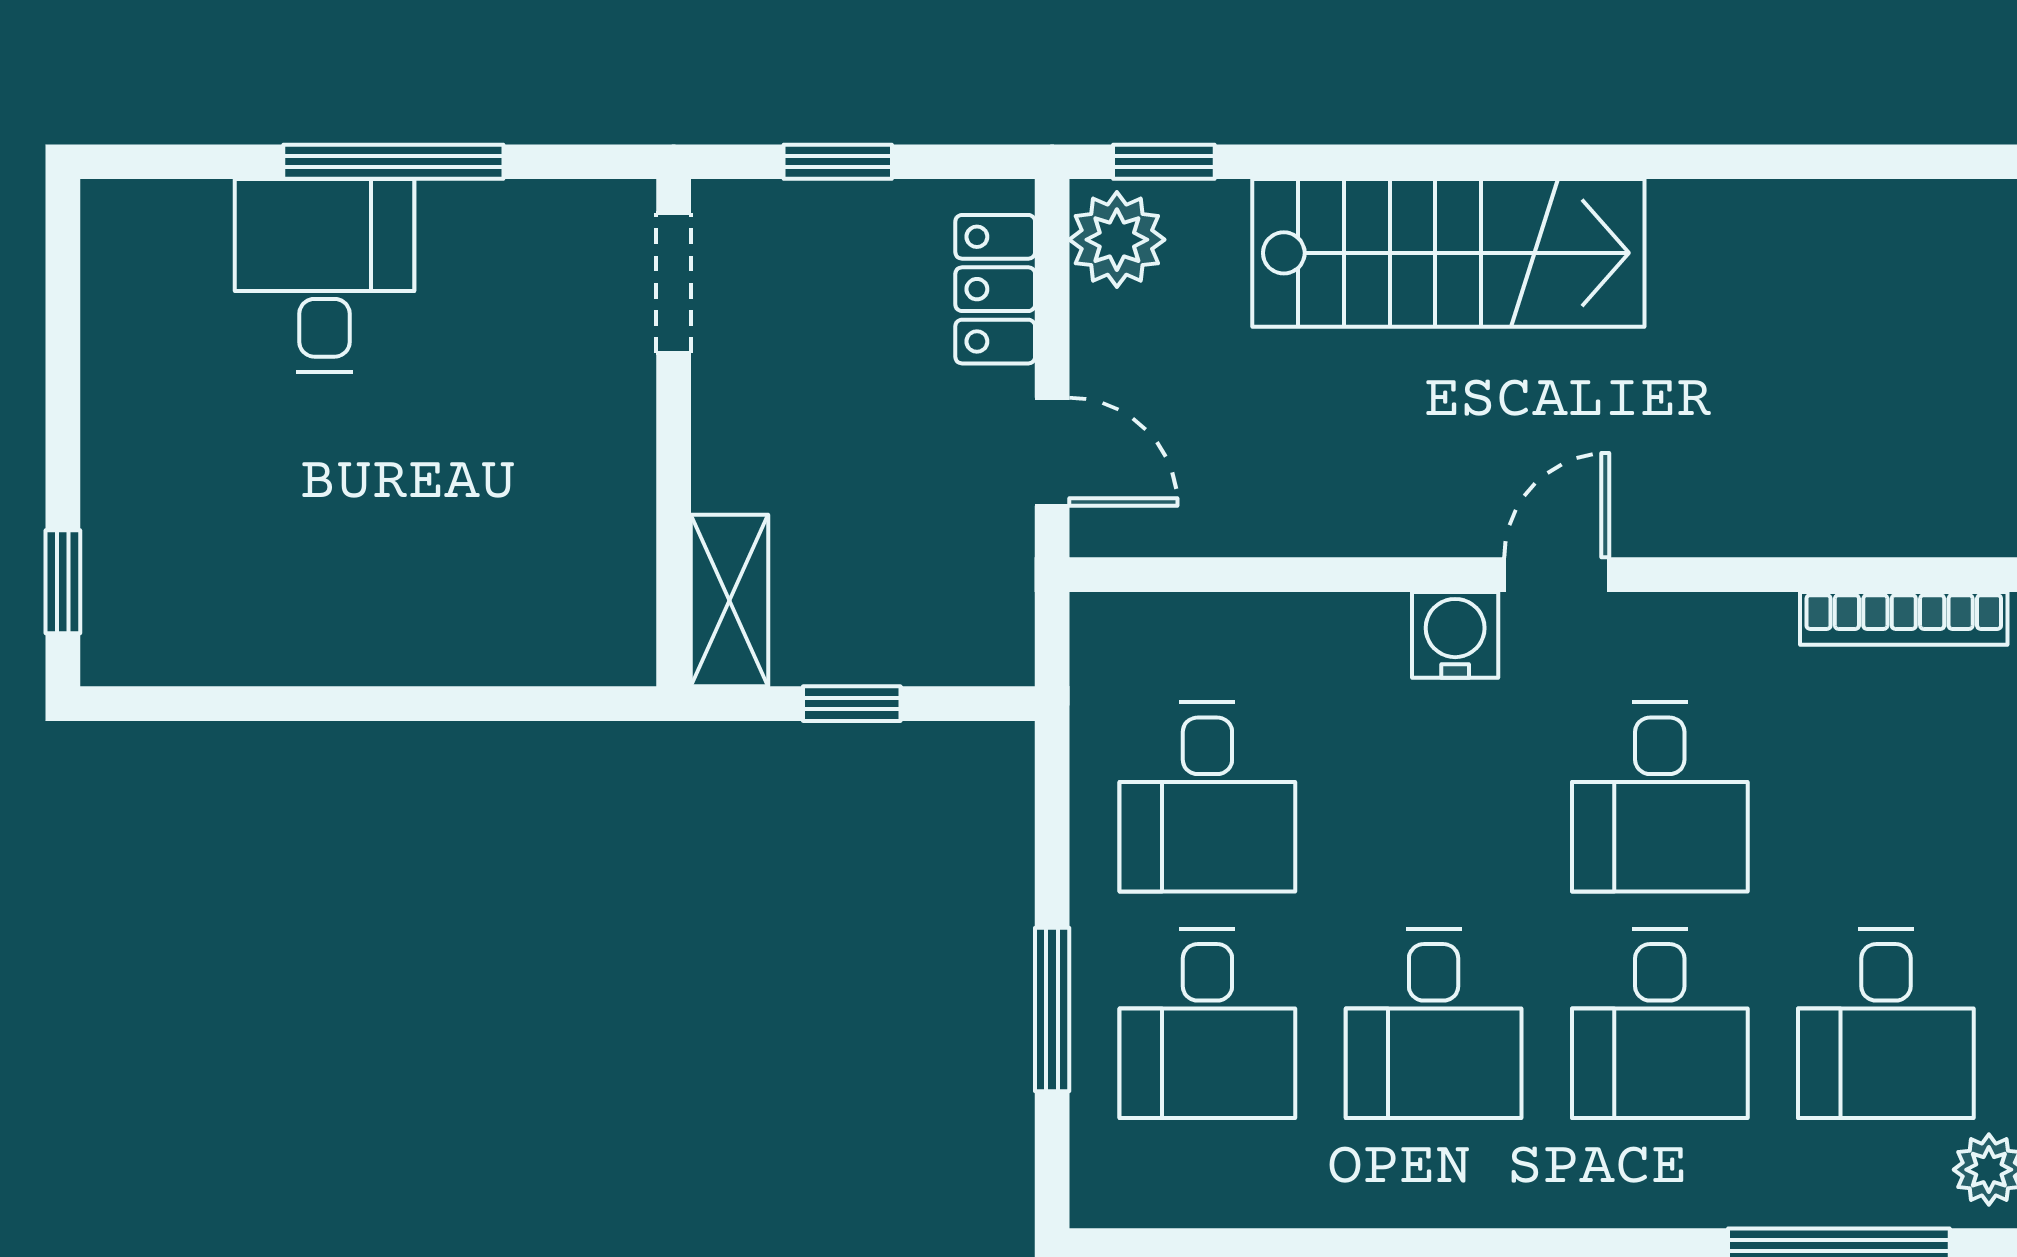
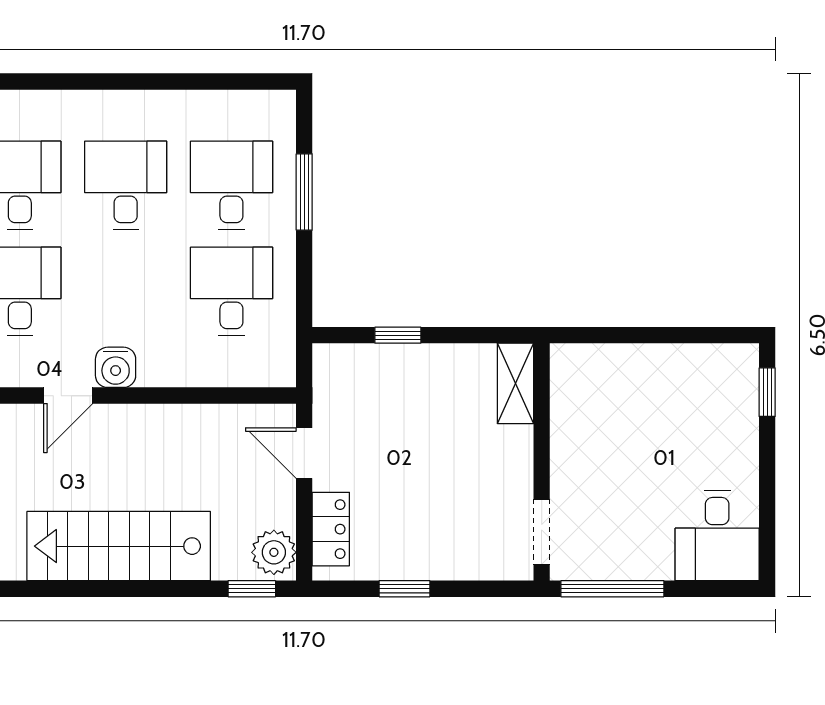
desk: (325, 276) -> (717, 535), moved
doorway: (674, 283) -> (542, 532), moved
wall: (674, 433) -> (542, 462), moved
shelving: (729, 601) -> (516, 383), moved

